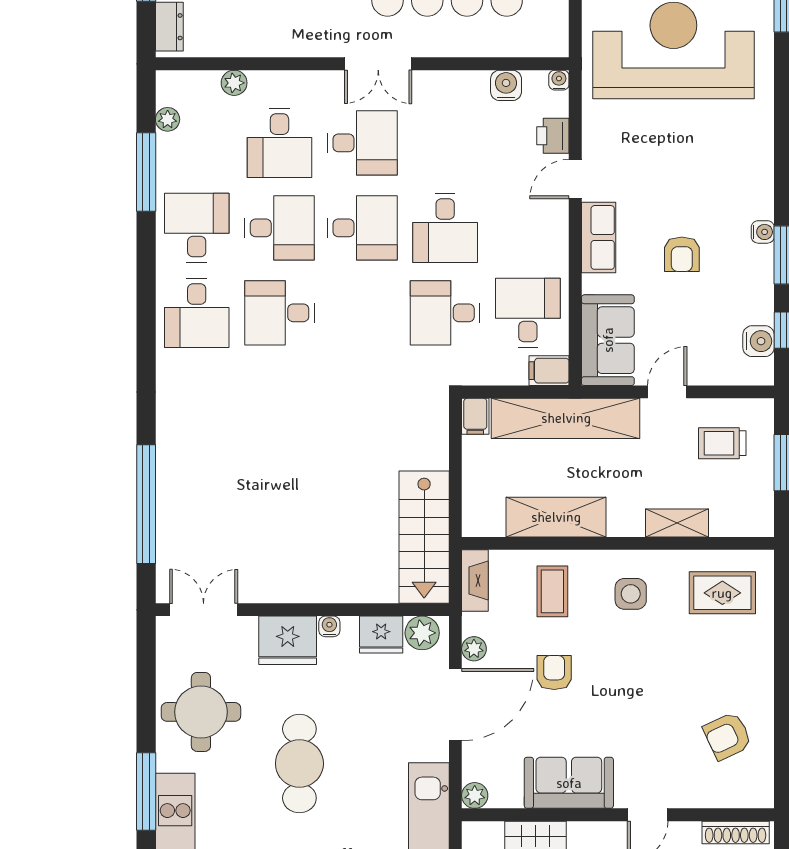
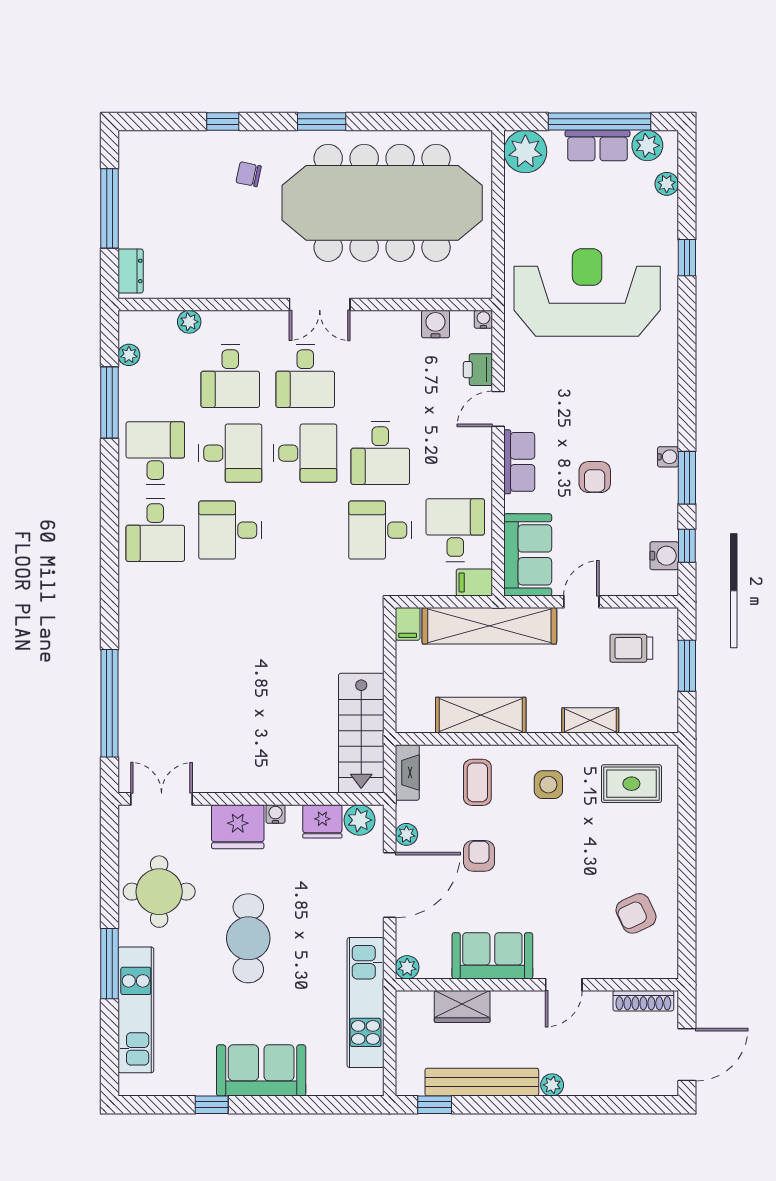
desk: (362, 143) -> (305, 376), turned 90

